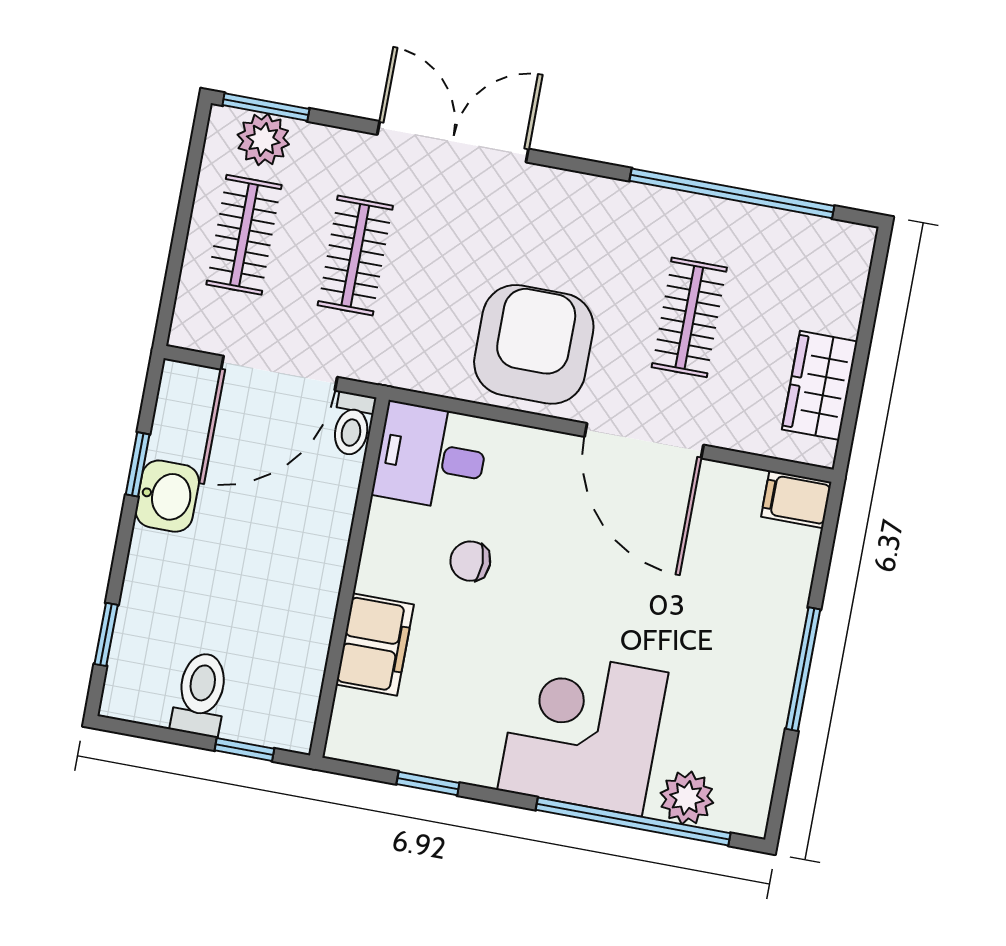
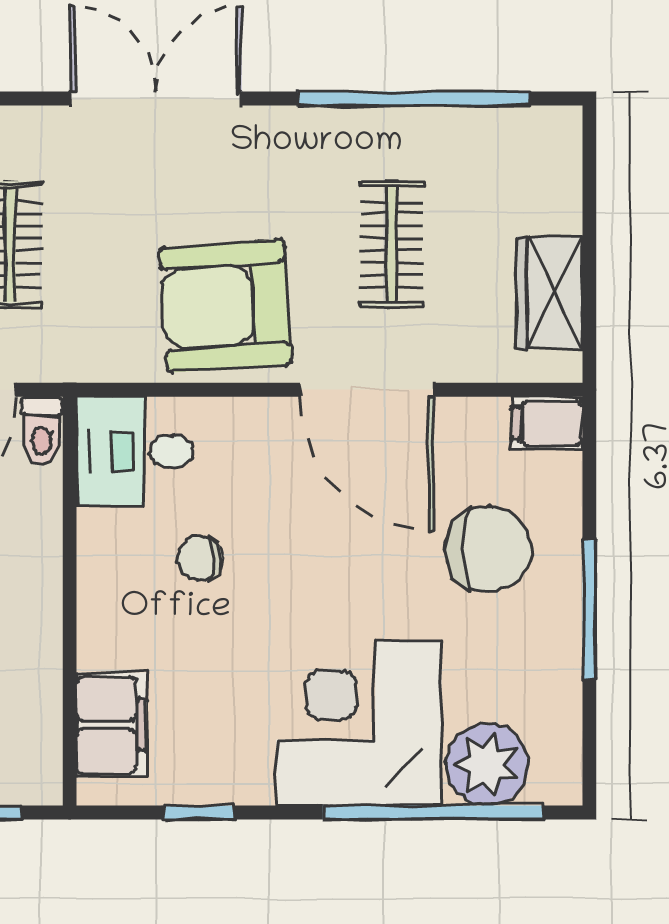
double door: (453, 142) -> (156, 99), moved
armchair: (534, 344) -> (226, 306), turned -94
chair: (724, 600) -> (488, 549), added
filing cabinet: (375, 645) -> (111, 725), moved
plant: (687, 798) -> (487, 764), width x1.36, depth x1.36

